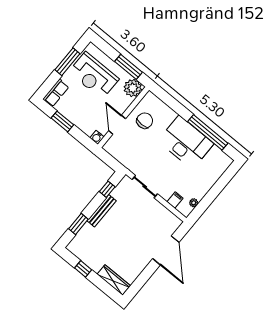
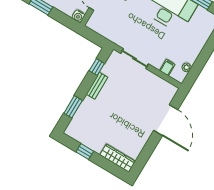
bench: (102, 211) -> (97, 86), width x0.73

